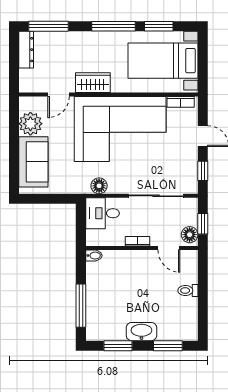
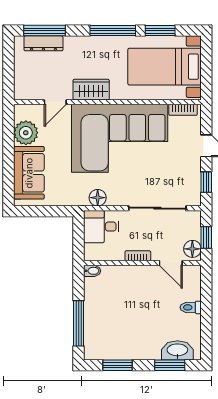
dresser: (26, 50) -> (43, 43), moved, turned 90
washbasin: (141, 332) -> (177, 350), moved

